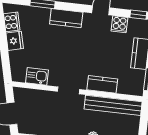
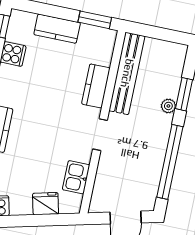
fridge: (15, 41) -> (46, 204), moved

